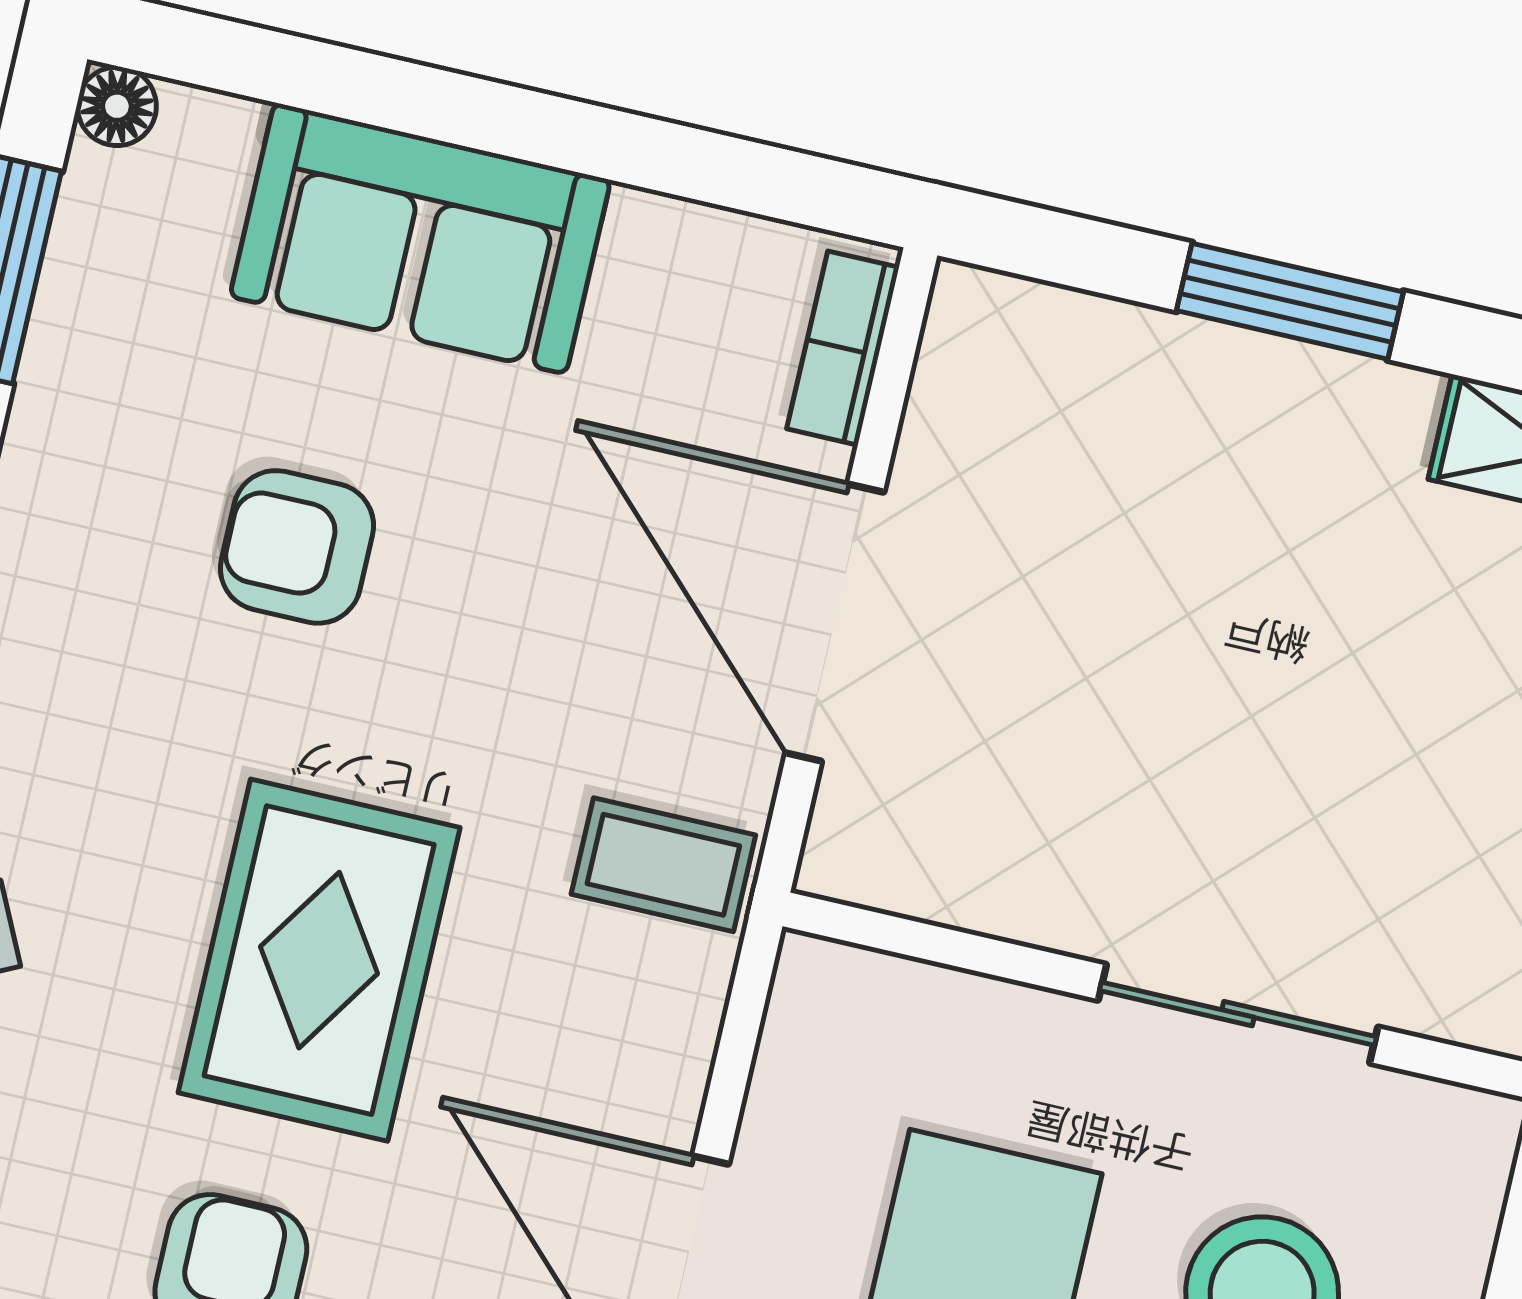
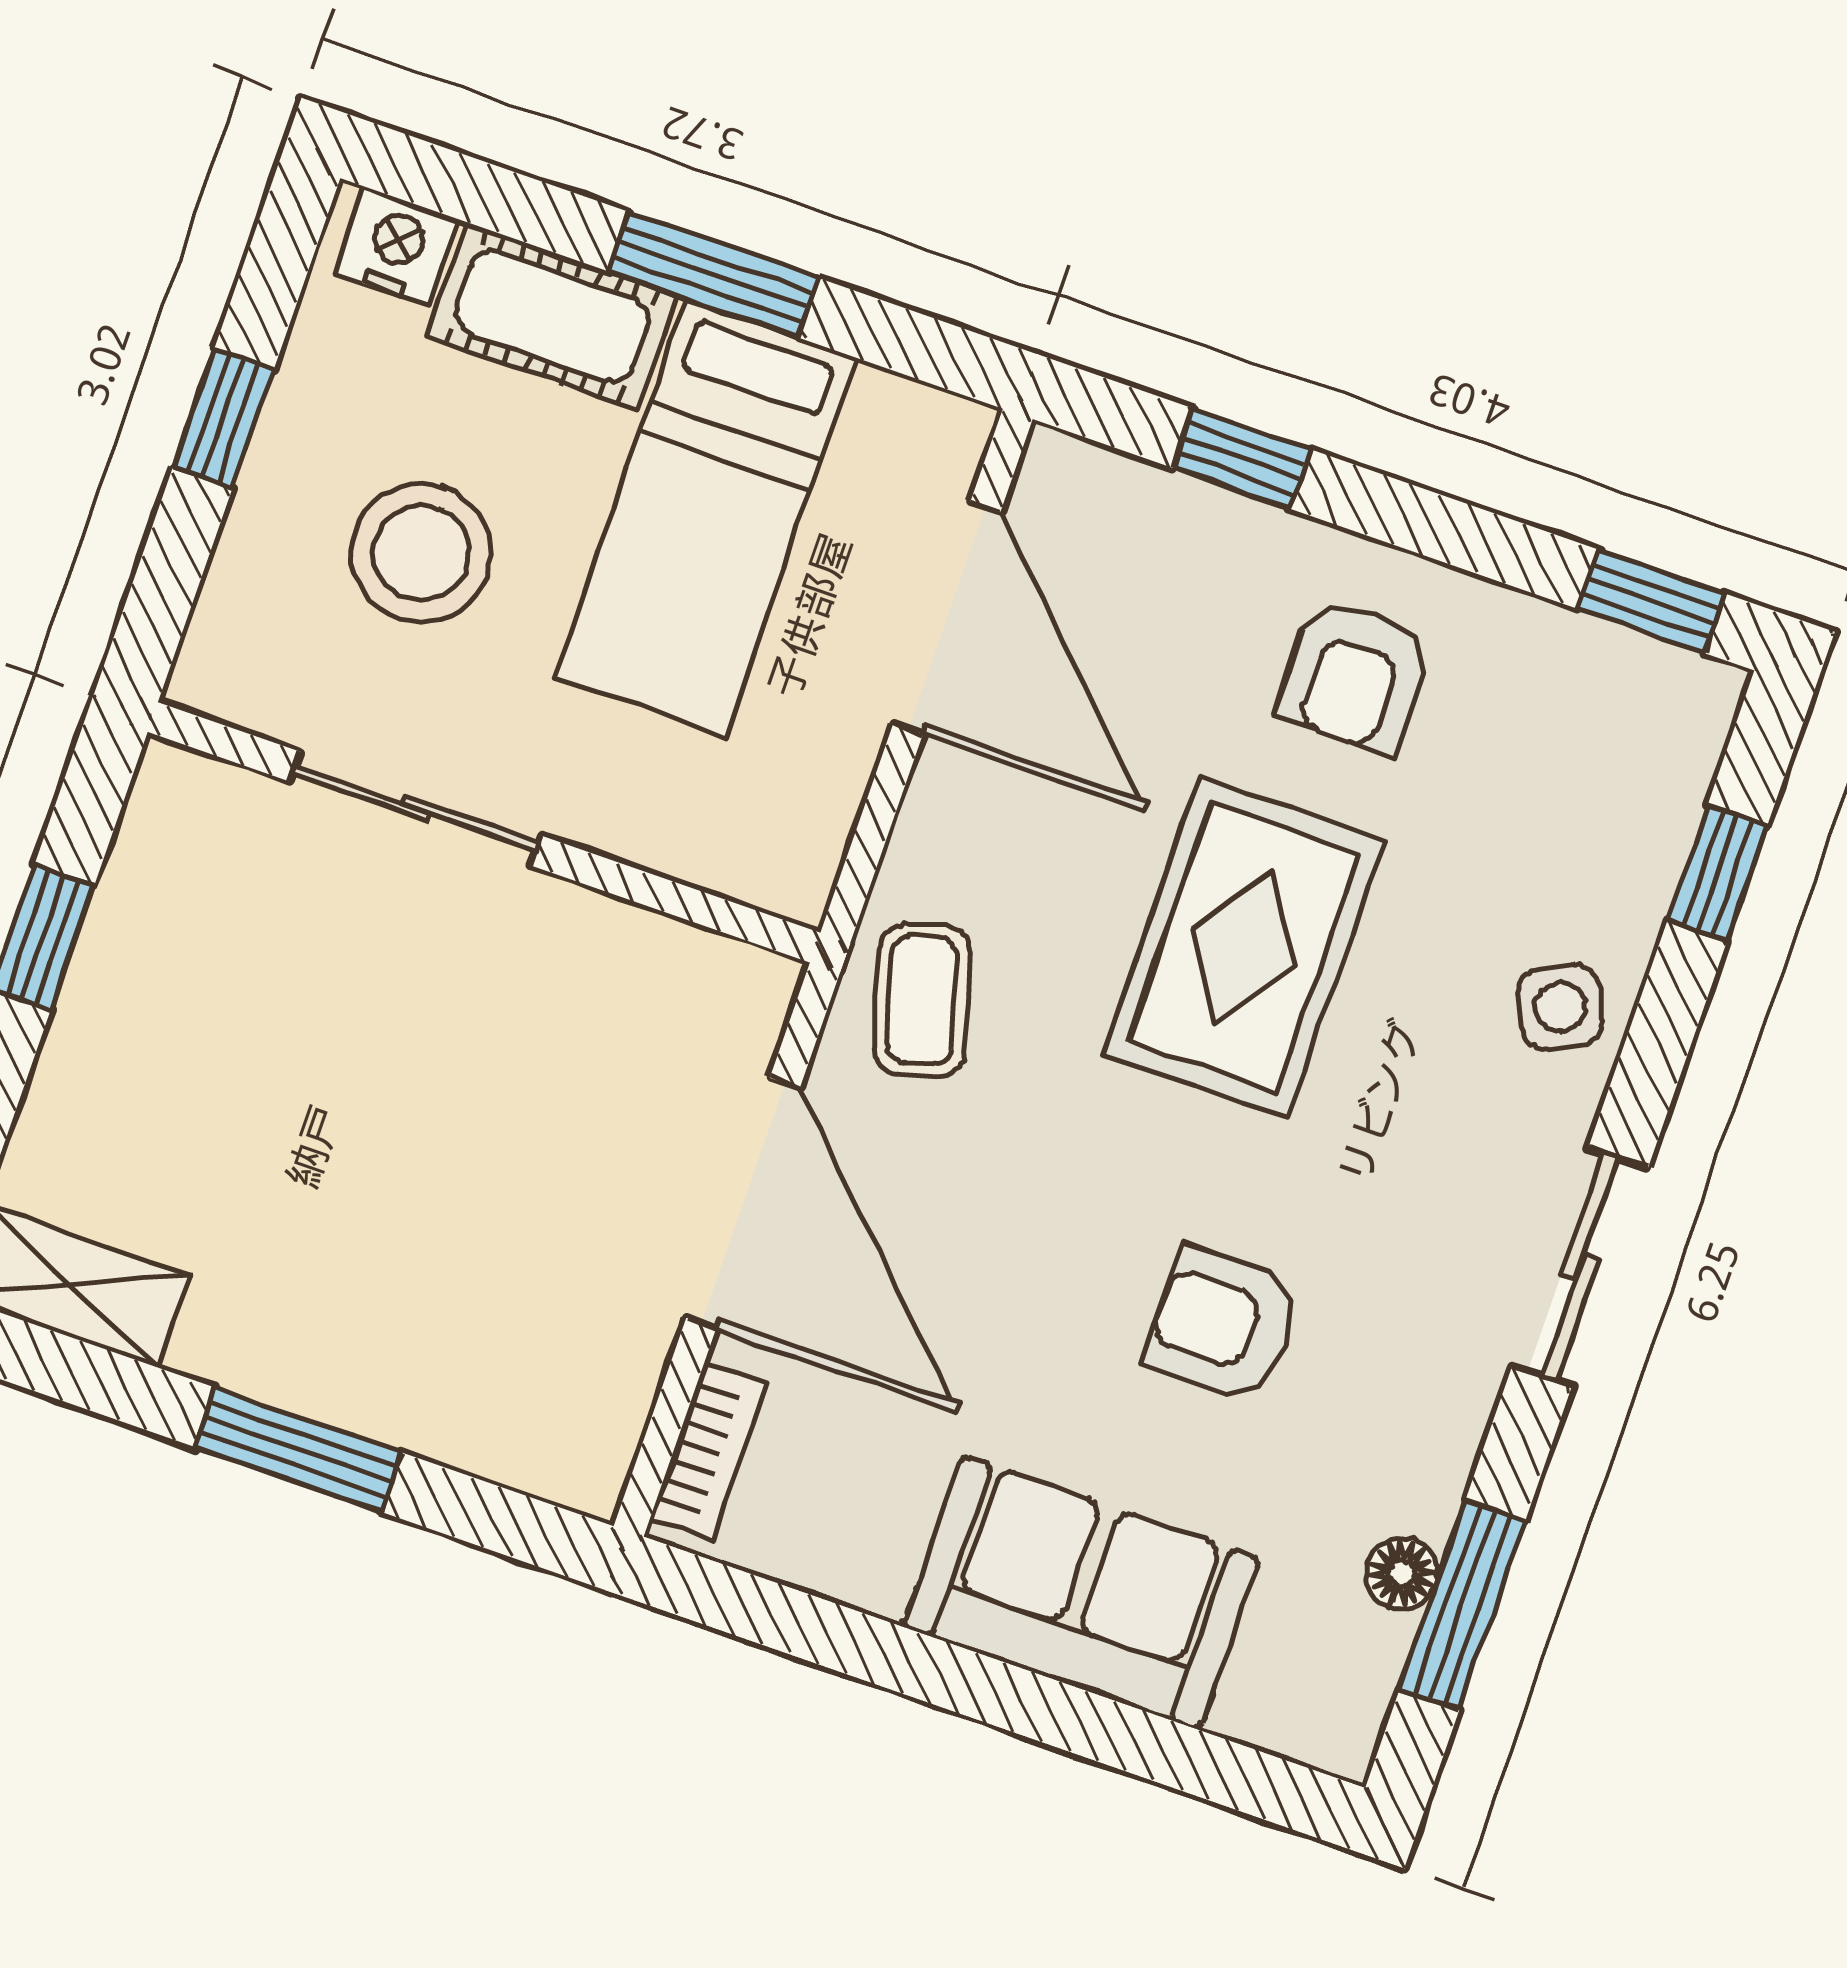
floor lamp: (117, 106) -> (1402, 1573), moved
armchair: (297, 547) -> (1223, 1325), turned 180
coffee table: (663, 865) -> (922, 1000), turned 74

